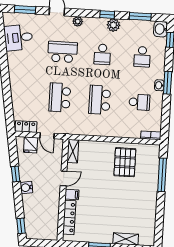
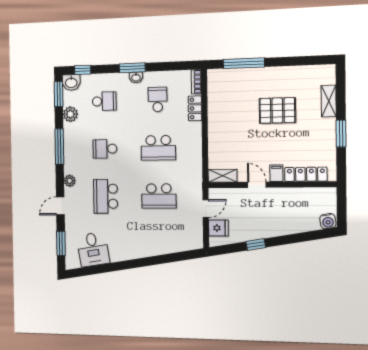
window: (107, 15) -> (59, 147), width x2.17
window: (140, 16) -> (59, 94), moved
plant: (113, 25) -> (70, 114), moved
school desk: (102, 54) -> (105, 149), turned 180
locker: (26, 127) -> (195, 108), moved
pallet: (125, 162) -> (277, 110), moved
water cooler: (26, 188) -> (328, 221), moved
window: (21, 226) -> (321, 234), removed

